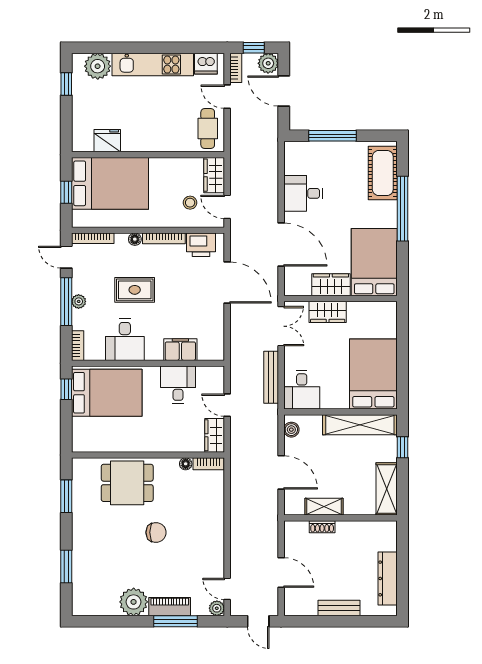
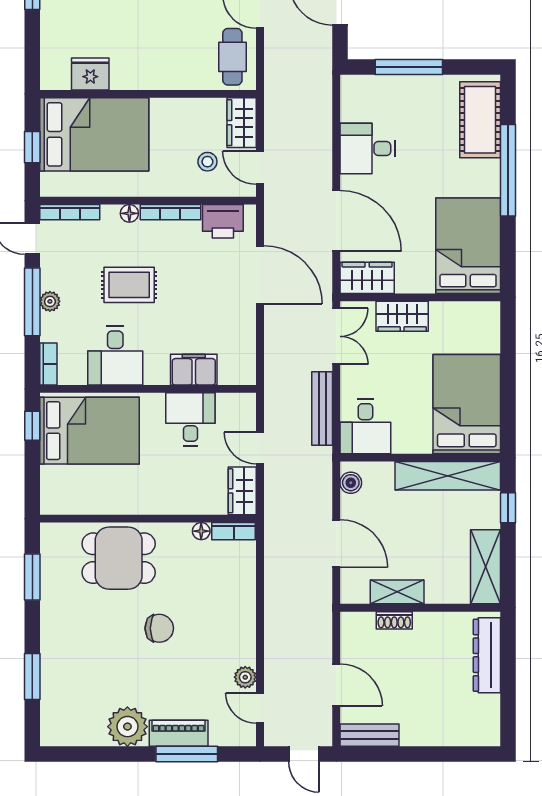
wardrobe: (331, 285) -> (367, 278), moved
dresser: (388, 578) -> (487, 655), moved
plant: (217, 608) -> (245, 677), moved
bench: (339, 608) -> (370, 735), moved

